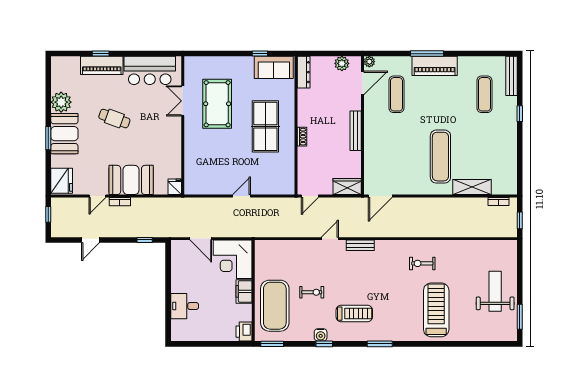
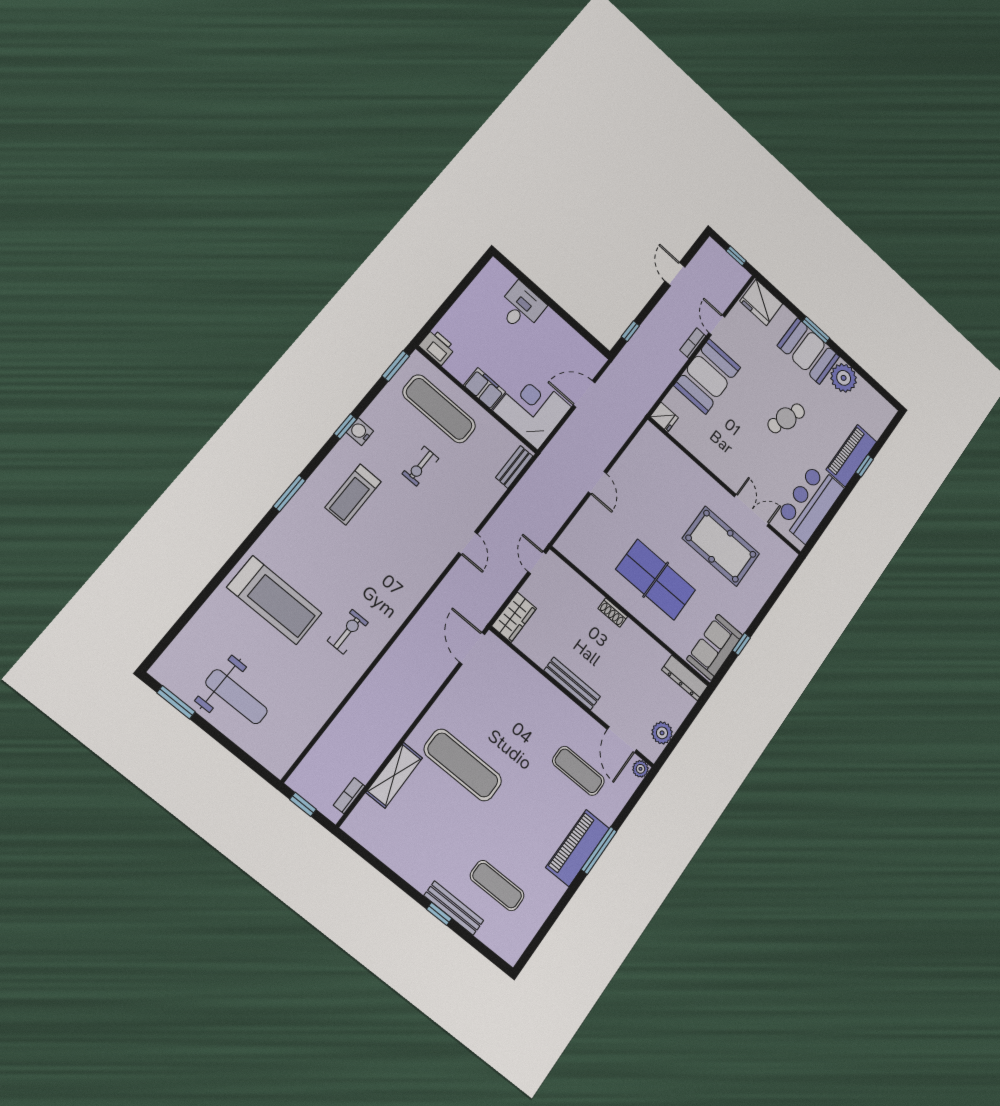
bench: (511, 76) -> (454, 908), moved
bench: (360, 245) -> (514, 467), moved
exercise mat: (275, 306) -> (439, 409), width x0.68

